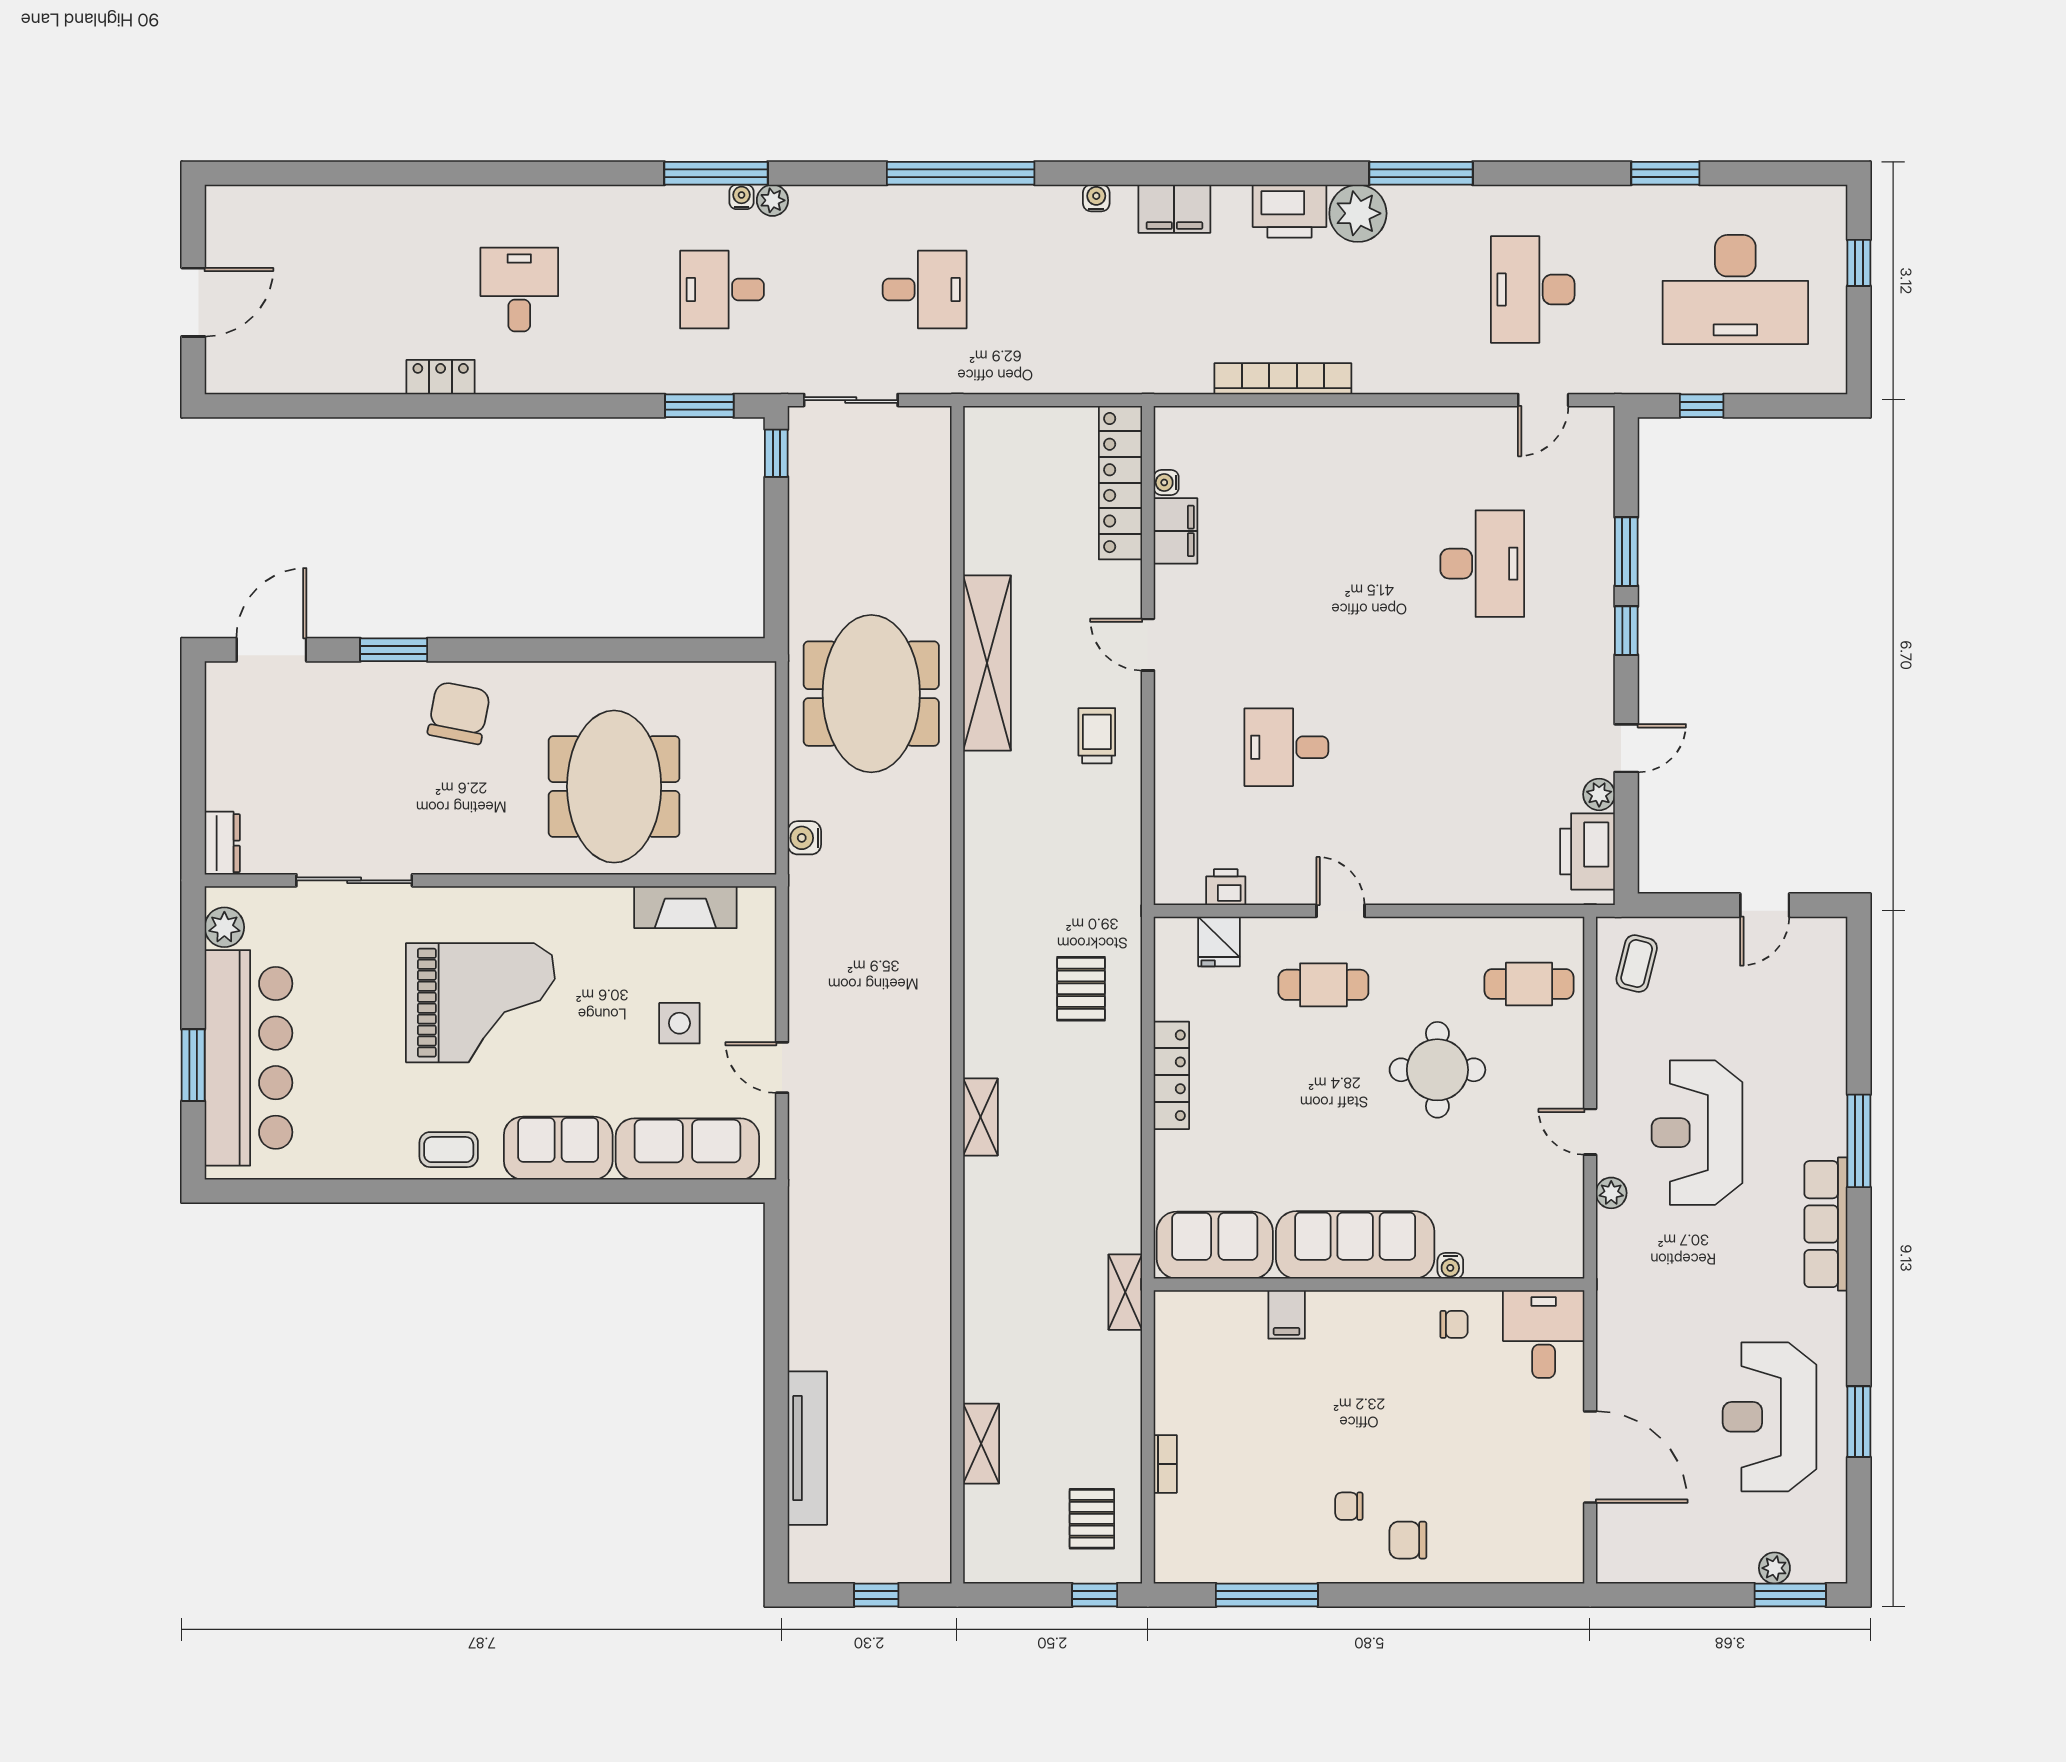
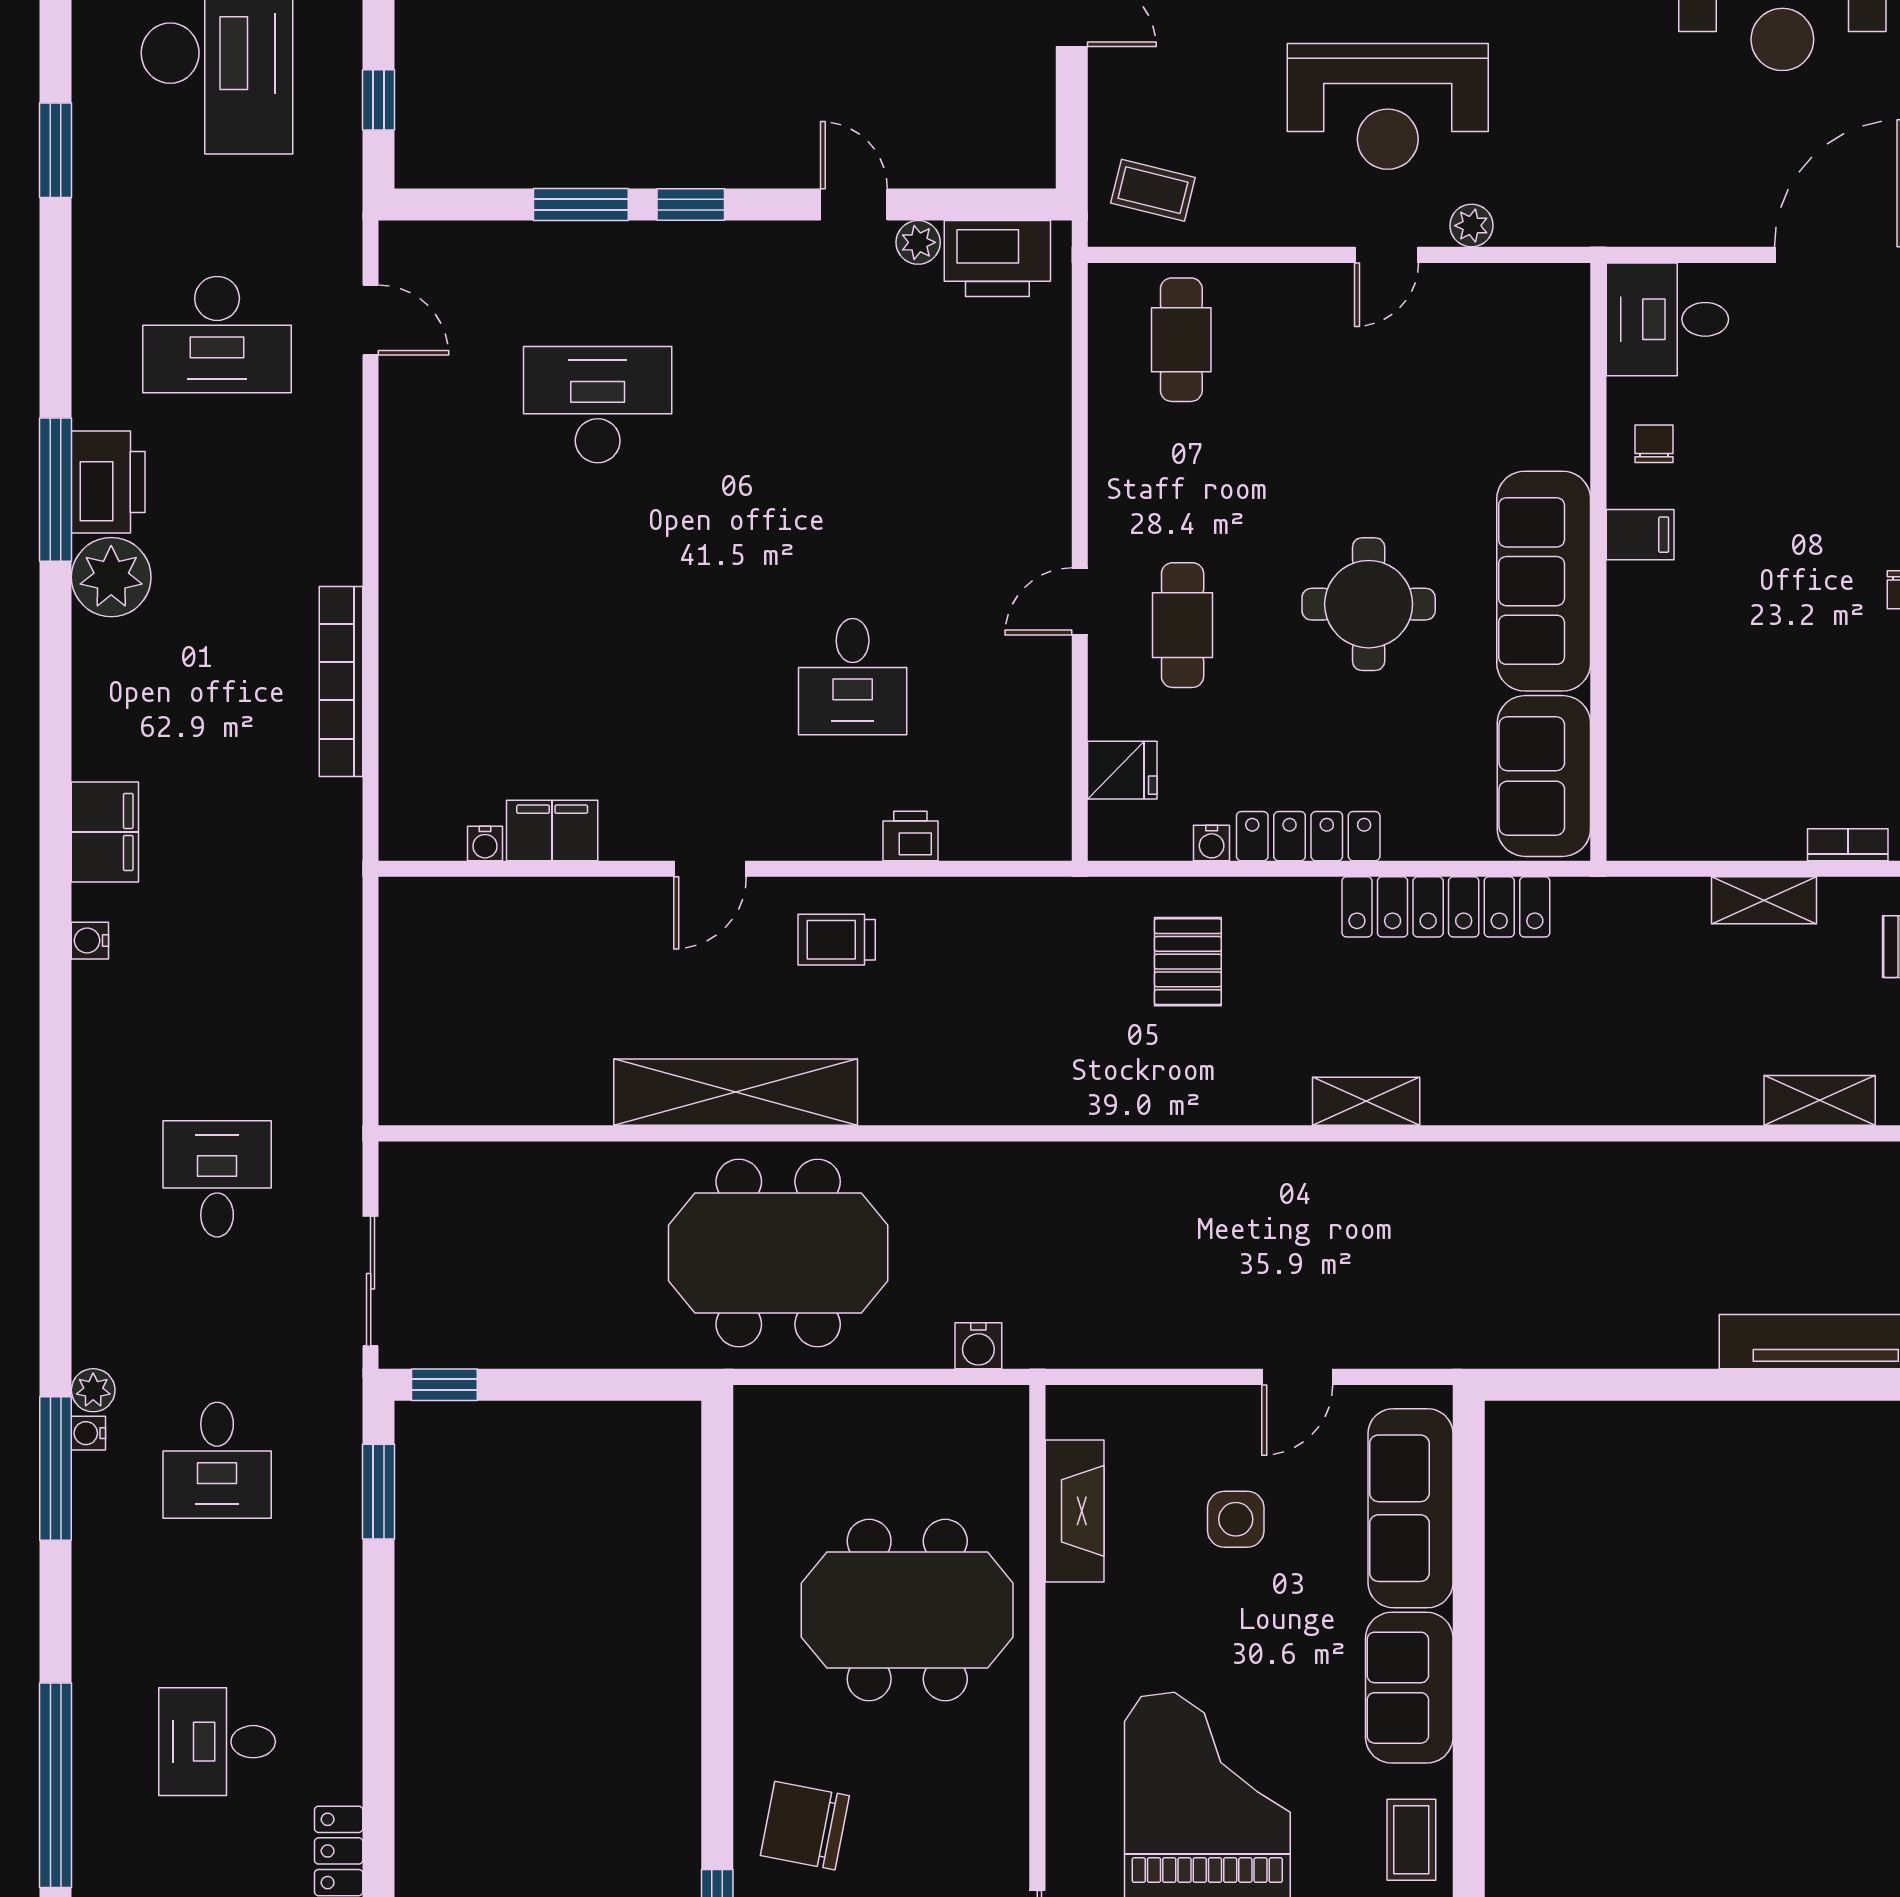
window: (961, 173) -> (56, 1785), moved
printer: (1289, 211) -> (108, 482), moved
locker: (1120, 483) -> (1446, 907), moved
printer: (1226, 887) -> (910, 836), moved, turned 90
pallet: (1081, 989) -> (1188, 962), turned 90
round table: (1437, 1070) -> (1369, 604), moved
water cooler: (1450, 1266) -> (1212, 843), moved, turned 90
shelving: (1125, 1292) -> (1764, 900), moved
filing cabinet: (1287, 1314) -> (1640, 535), moved

